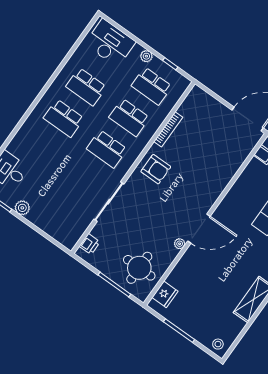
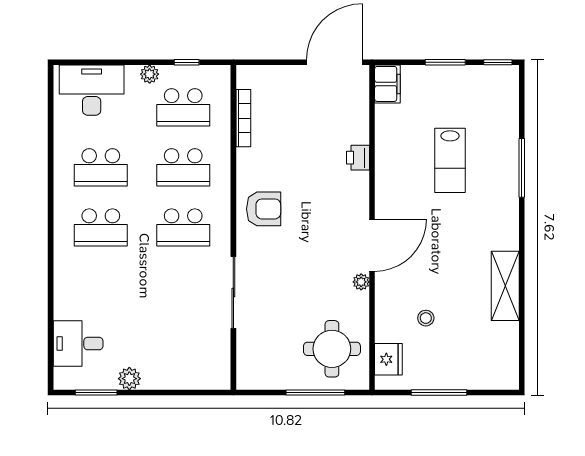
bookcase: (168, 129) -> (243, 118), moved
printer: (90, 244) -> (358, 158), moved, turned 180
stool: (218, 344) -> (426, 318), moved

